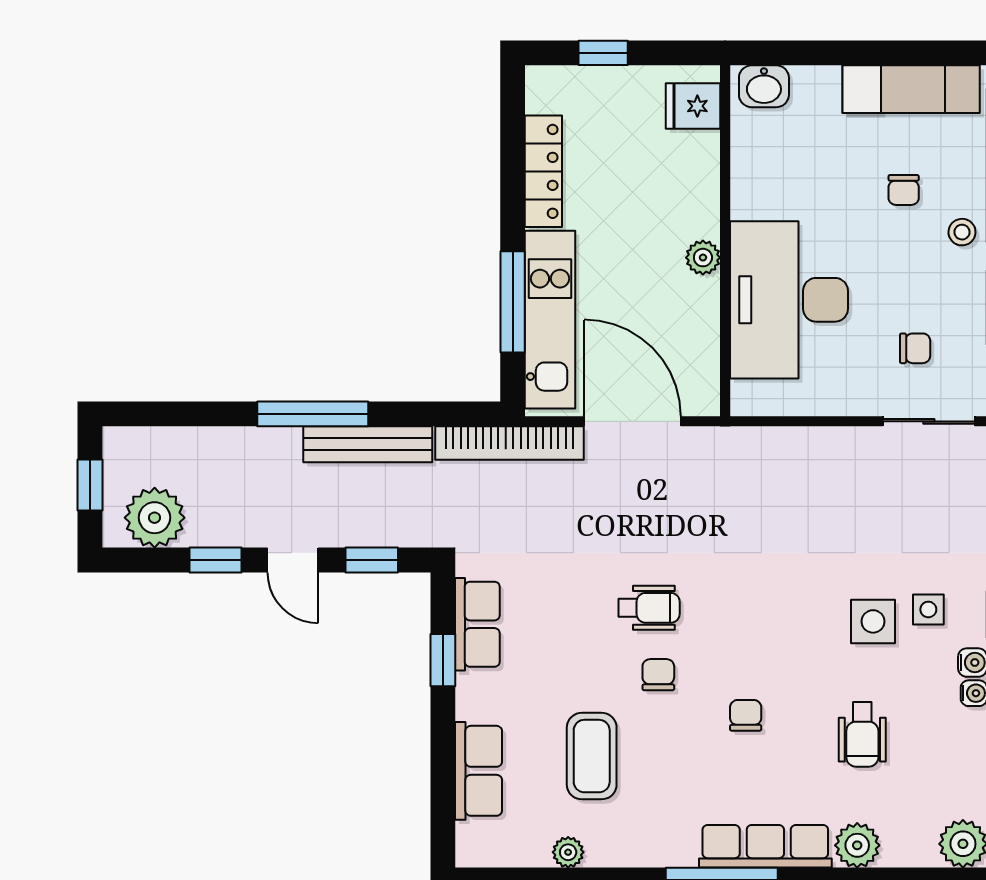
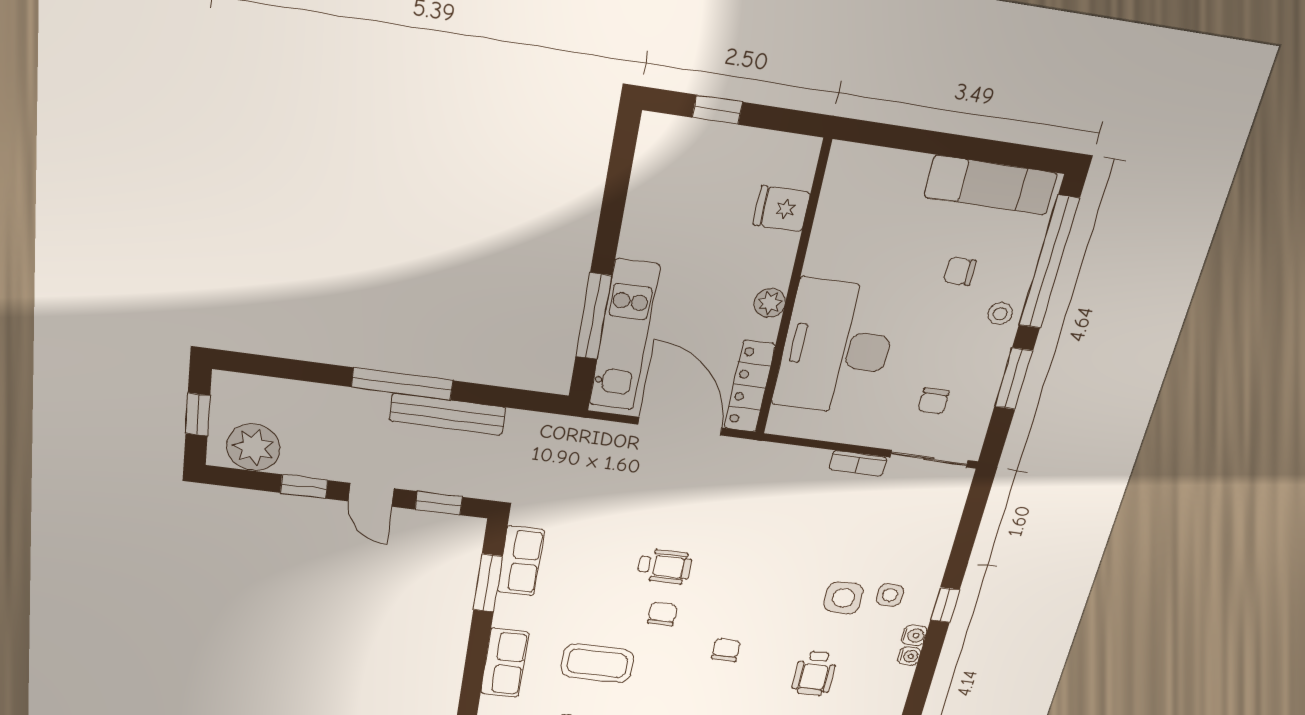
washbasin: (764, 86) -> (859, 163), removed
fridge: (693, 106) -> (782, 209), moved
locker: (543, 171) -> (750, 386), moved, turned 180
chair: (904, 190) -> (960, 271), turned 90
chair: (915, 348) -> (933, 401), turned 90
bookcase: (509, 443) -> (858, 463), moved, width x0.43, depth x0.76
window: (443, 660) -> (488, 583), width x1.50
coffee table: (592, 756) -> (597, 663), turned 90

